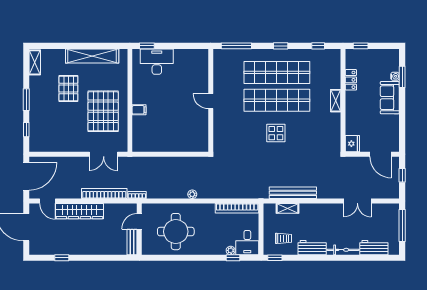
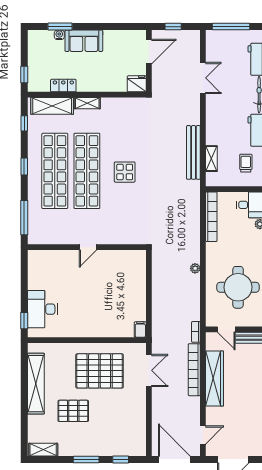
shelving: (333, 70) -> (52, 106), added
filing cabinet: (139, 110) -> (140, 330), moved
wardrobe: (79, 211) -> (215, 379), moved

